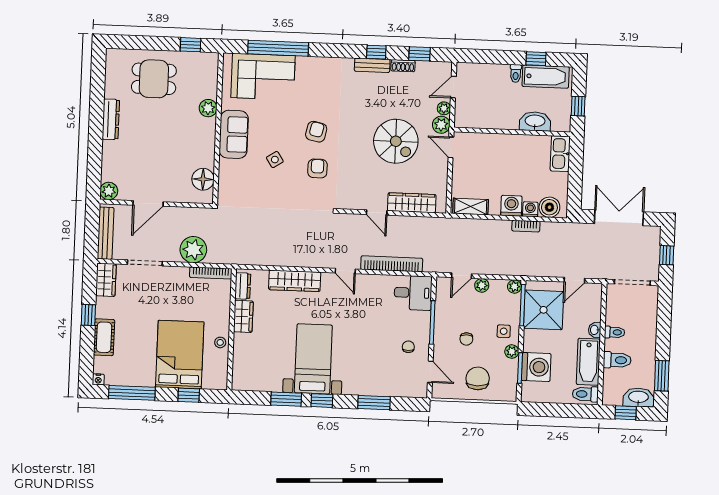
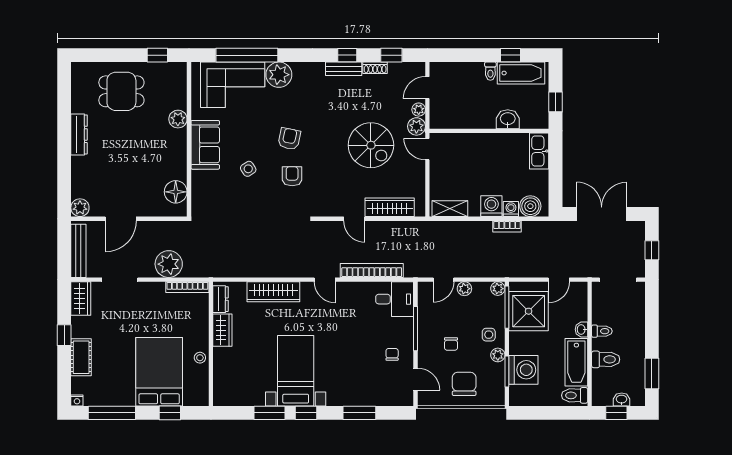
plant: (309, 69) -> (279, 75), added
washbasin: (535, 121) -> (508, 119), width x0.72
washbasin: (638, 397) -> (622, 399), width x0.52, depth x0.69

